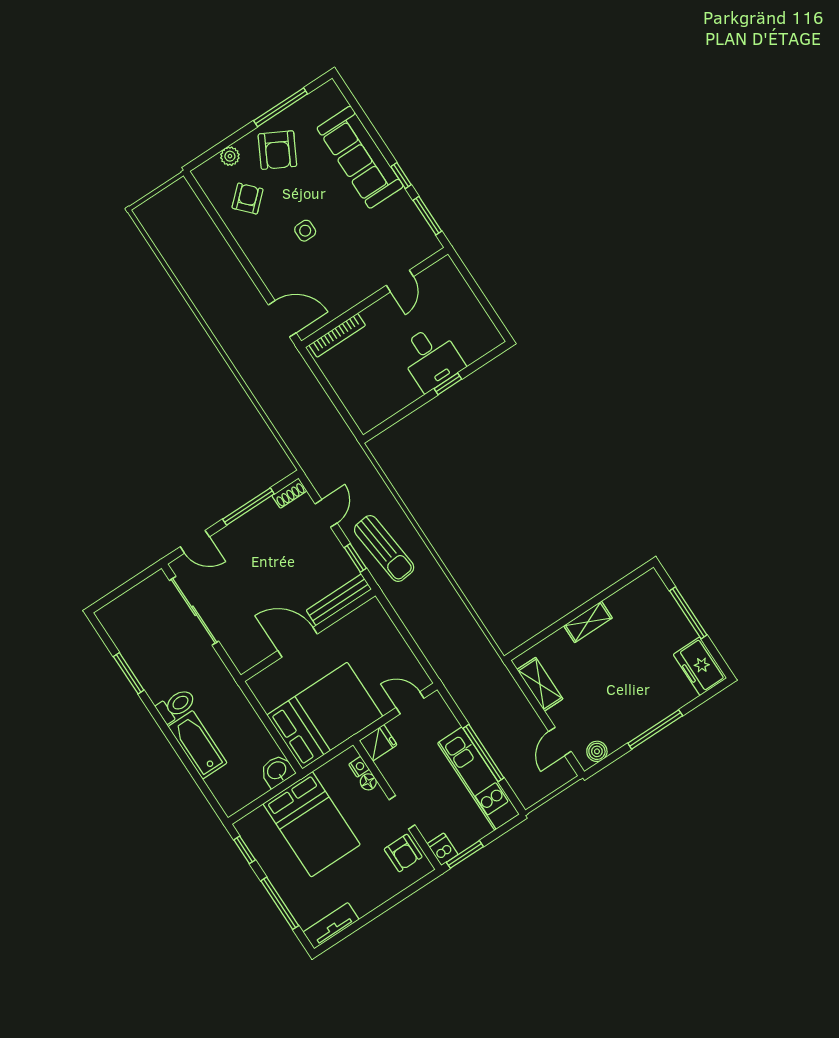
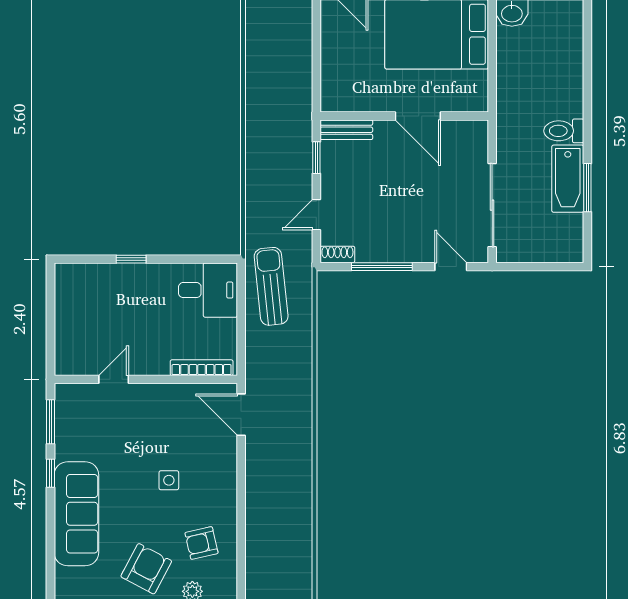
armchair: (248, 199) -> (202, 543), turned 30
desk: (431, 358) -> (208, 290), moved, turned 90
sun lounger: (384, 549) -> (271, 286), moved
bench: (339, 600) -> (346, 130), width x0.73
bathtub: (198, 745) -> (568, 179), moved

